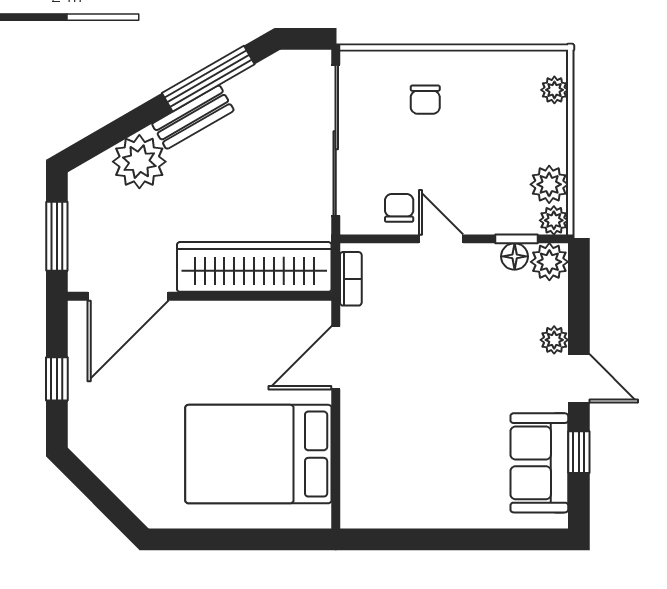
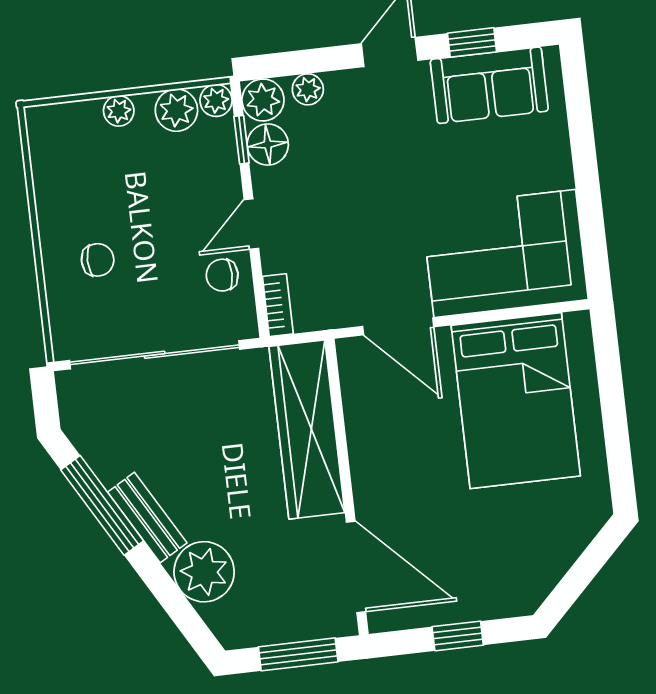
plant: (554, 90) -> (119, 111), moved
floor lamp: (515, 256) -> (268, 145), width x1.37, depth x1.37
bookcase: (351, 279) -> (278, 305), moved, turned 90
plant: (554, 340) -> (308, 89), moved
corner sofa: (389, 459) -> (505, 253), added

